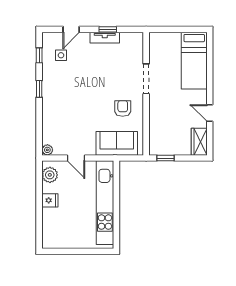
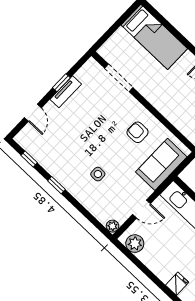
side table: (61, 55) -> (98, 174), moved
doorway: (146, 79) -> (119, 78), moved
fridge: (50, 200) -> (177, 284), moved

